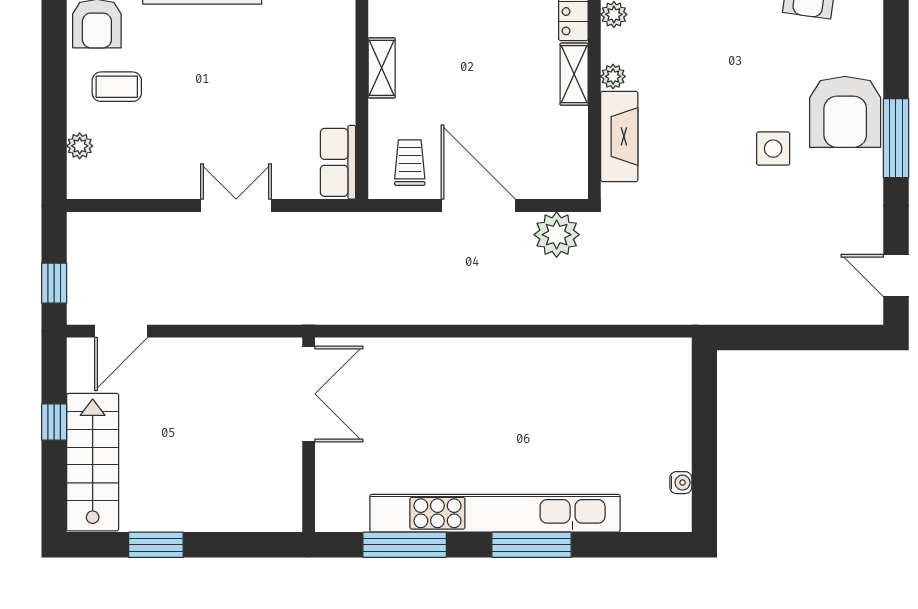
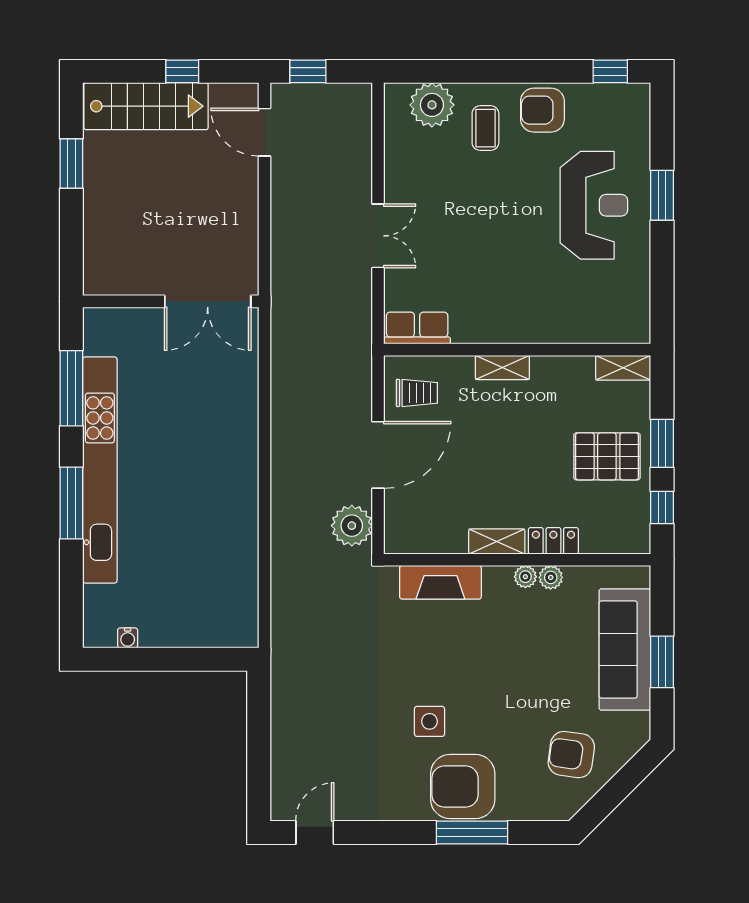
plant: (613, 76) -> (525, 577), moved
window: (896, 138) -> (472, 832), moved
plant: (80, 146) -> (432, 105), width x1.87, depth x1.87

